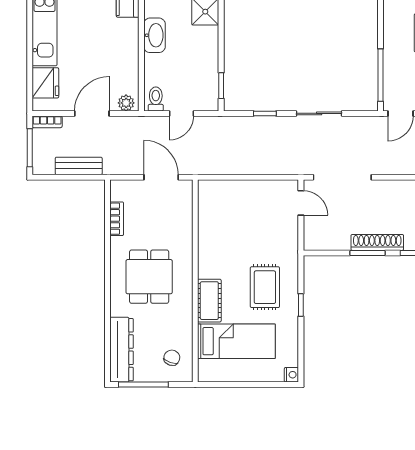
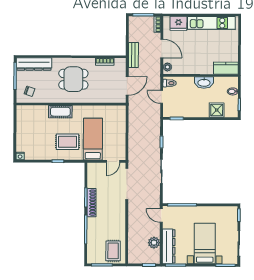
bench: (79, 166) -> (133, 55), moved
bed: (236, 341) -> (93, 139), moved, turned 180

